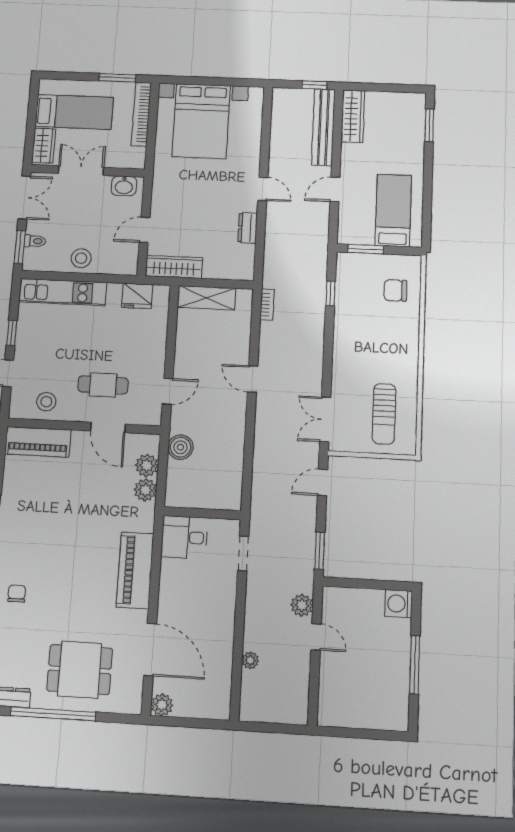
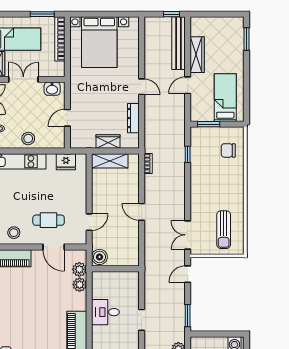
wardrobe: (353, 116) -> (197, 55), moved
dresser: (248, 228) -> (133, 118), width x1.44
wardrobe: (174, 267) -> (108, 142), moved, width x0.67
wall: (202, 513) -> (115, 269), moved

